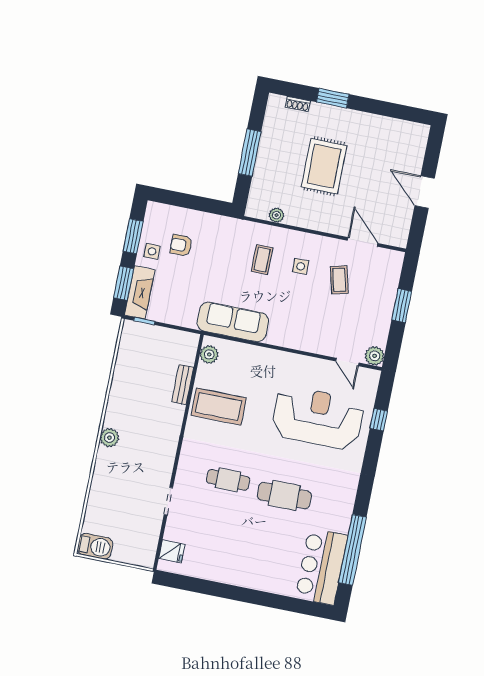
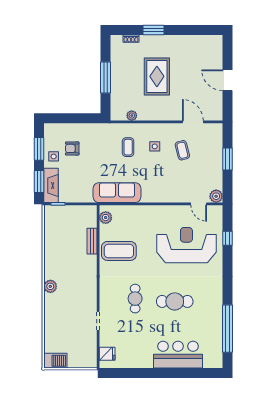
cafe table: (228, 480) -> (135, 299), turned 90
bar counter: (322, 566) -> (178, 355), moved, turned 90

